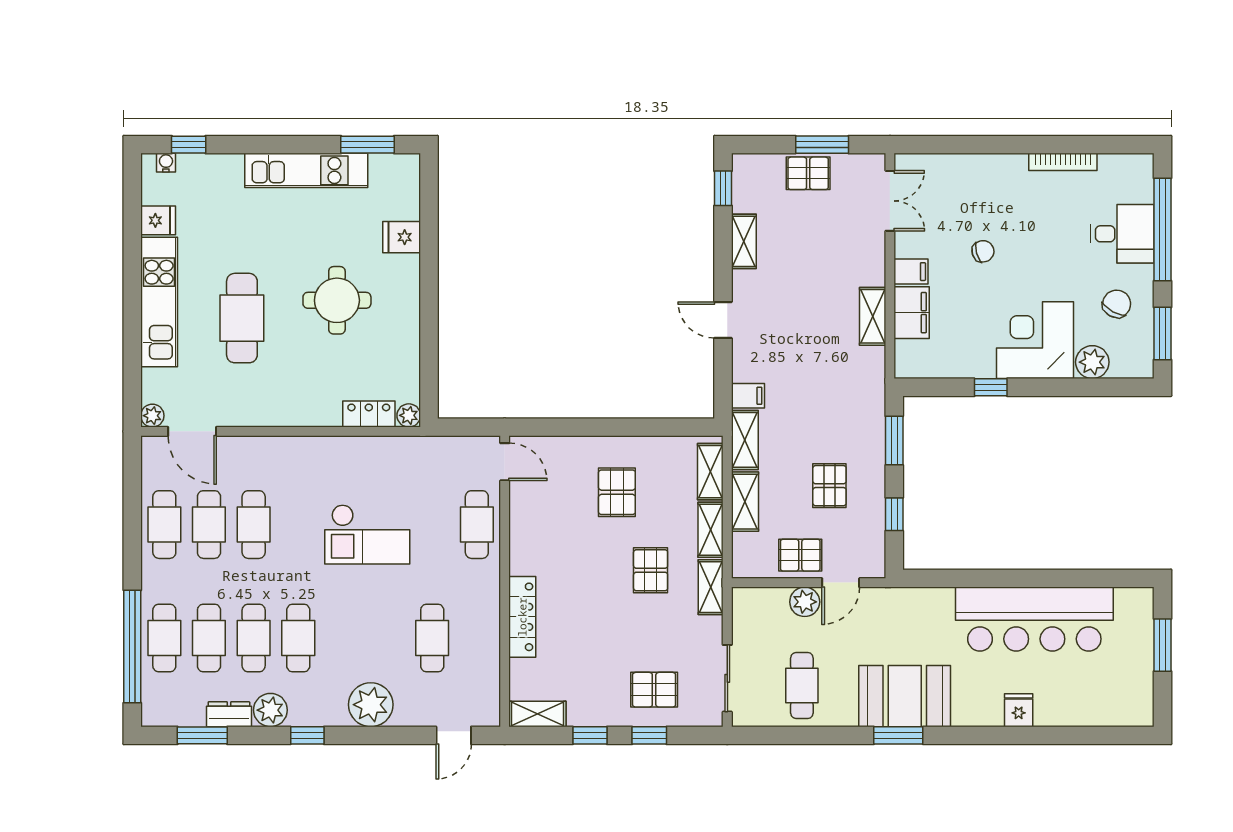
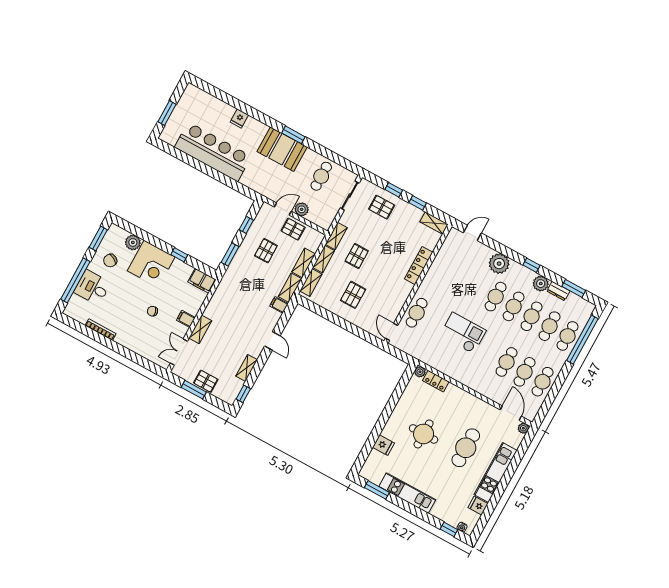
filing cabinet: (912, 313) -> (202, 281), moved, turned -90
shelving: (873, 316) -> (200, 329), moved
cafe table: (432, 638) -> (496, 297), moved

